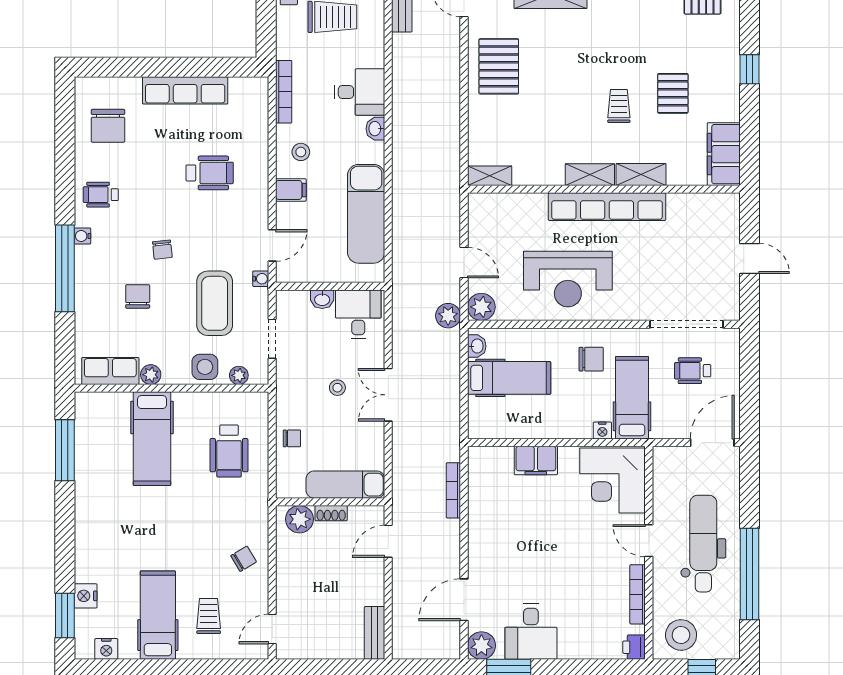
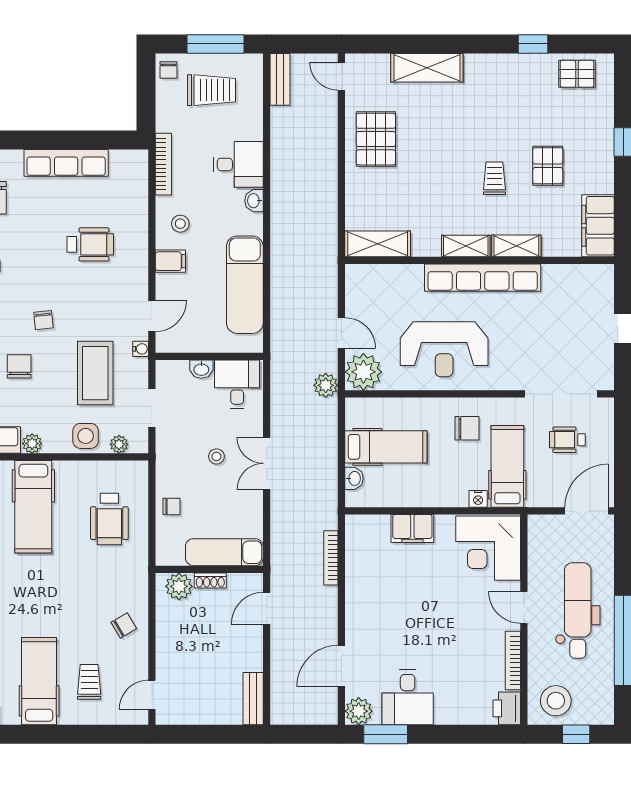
shelving: (490, 176) -> (378, 244), width x1.50, depth x1.33
plant: (481, 307) -> (363, 372), width x1.36, depth x1.36
washbasin: (477, 346) -> (354, 478), moved
printer: (634, 647) -> (507, 708), width x1.36, depth x1.24

